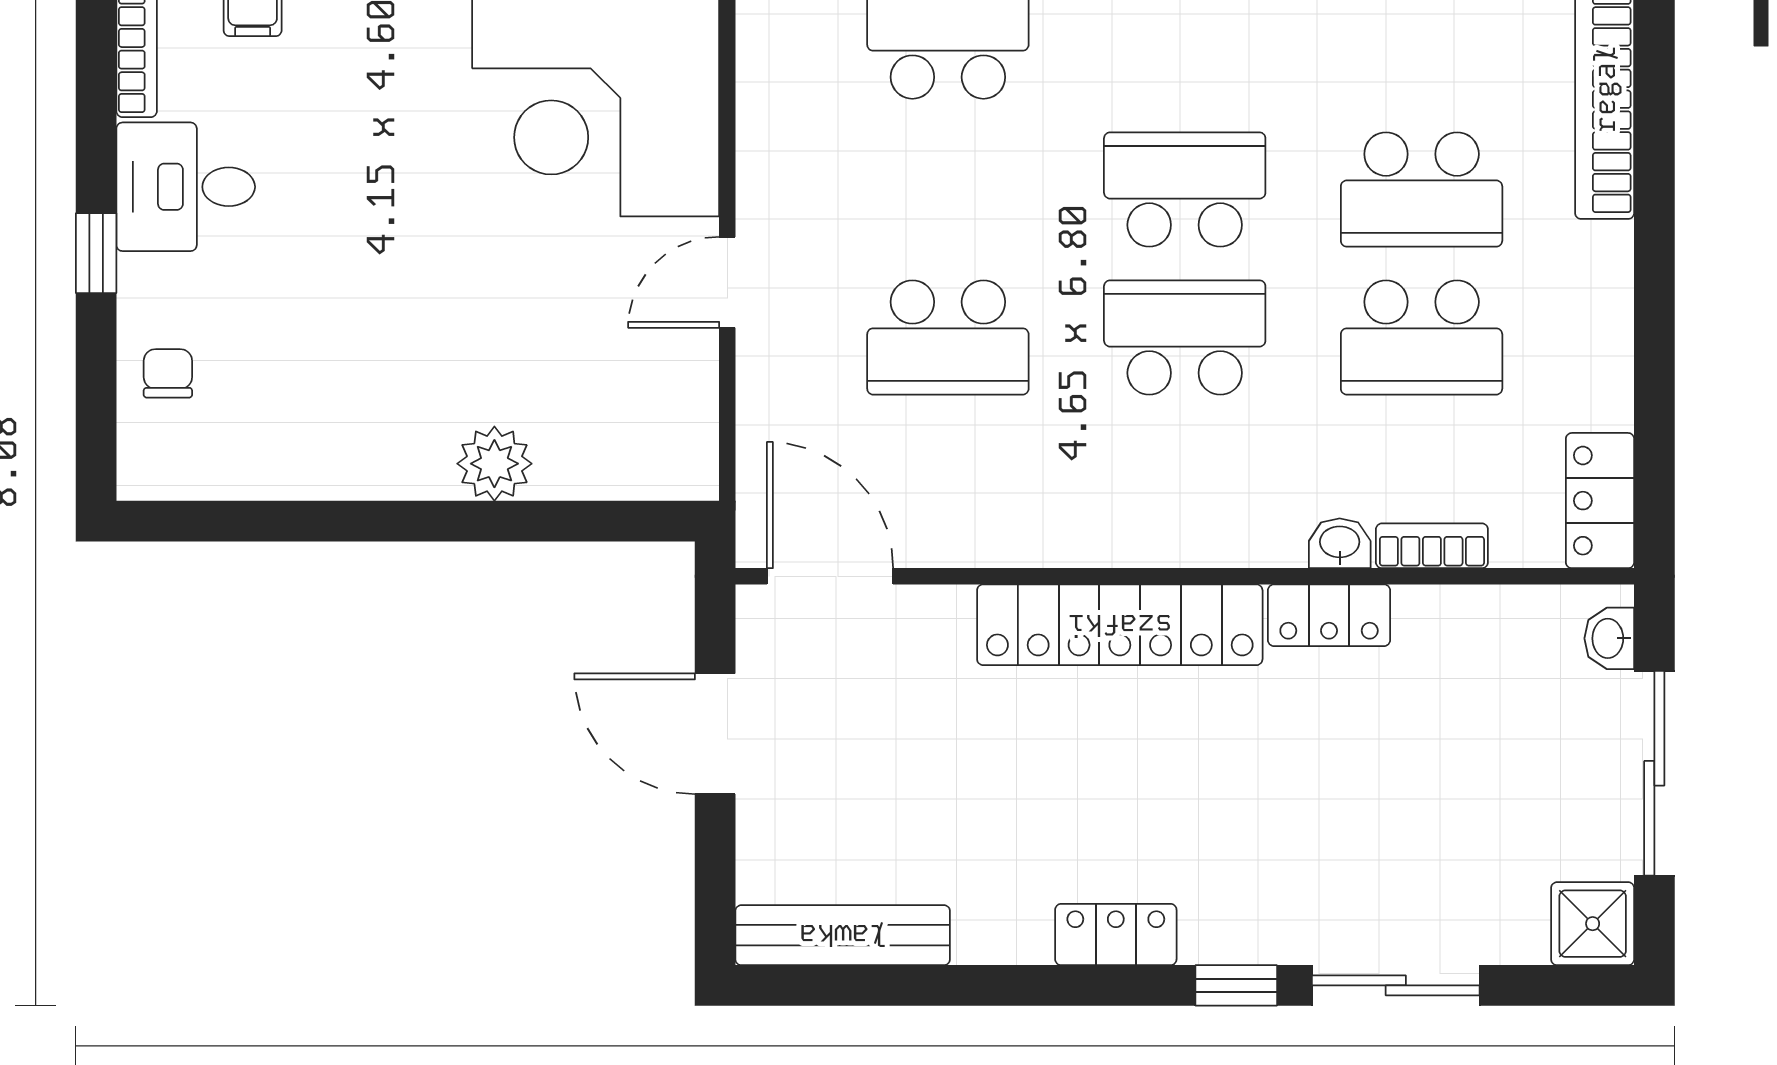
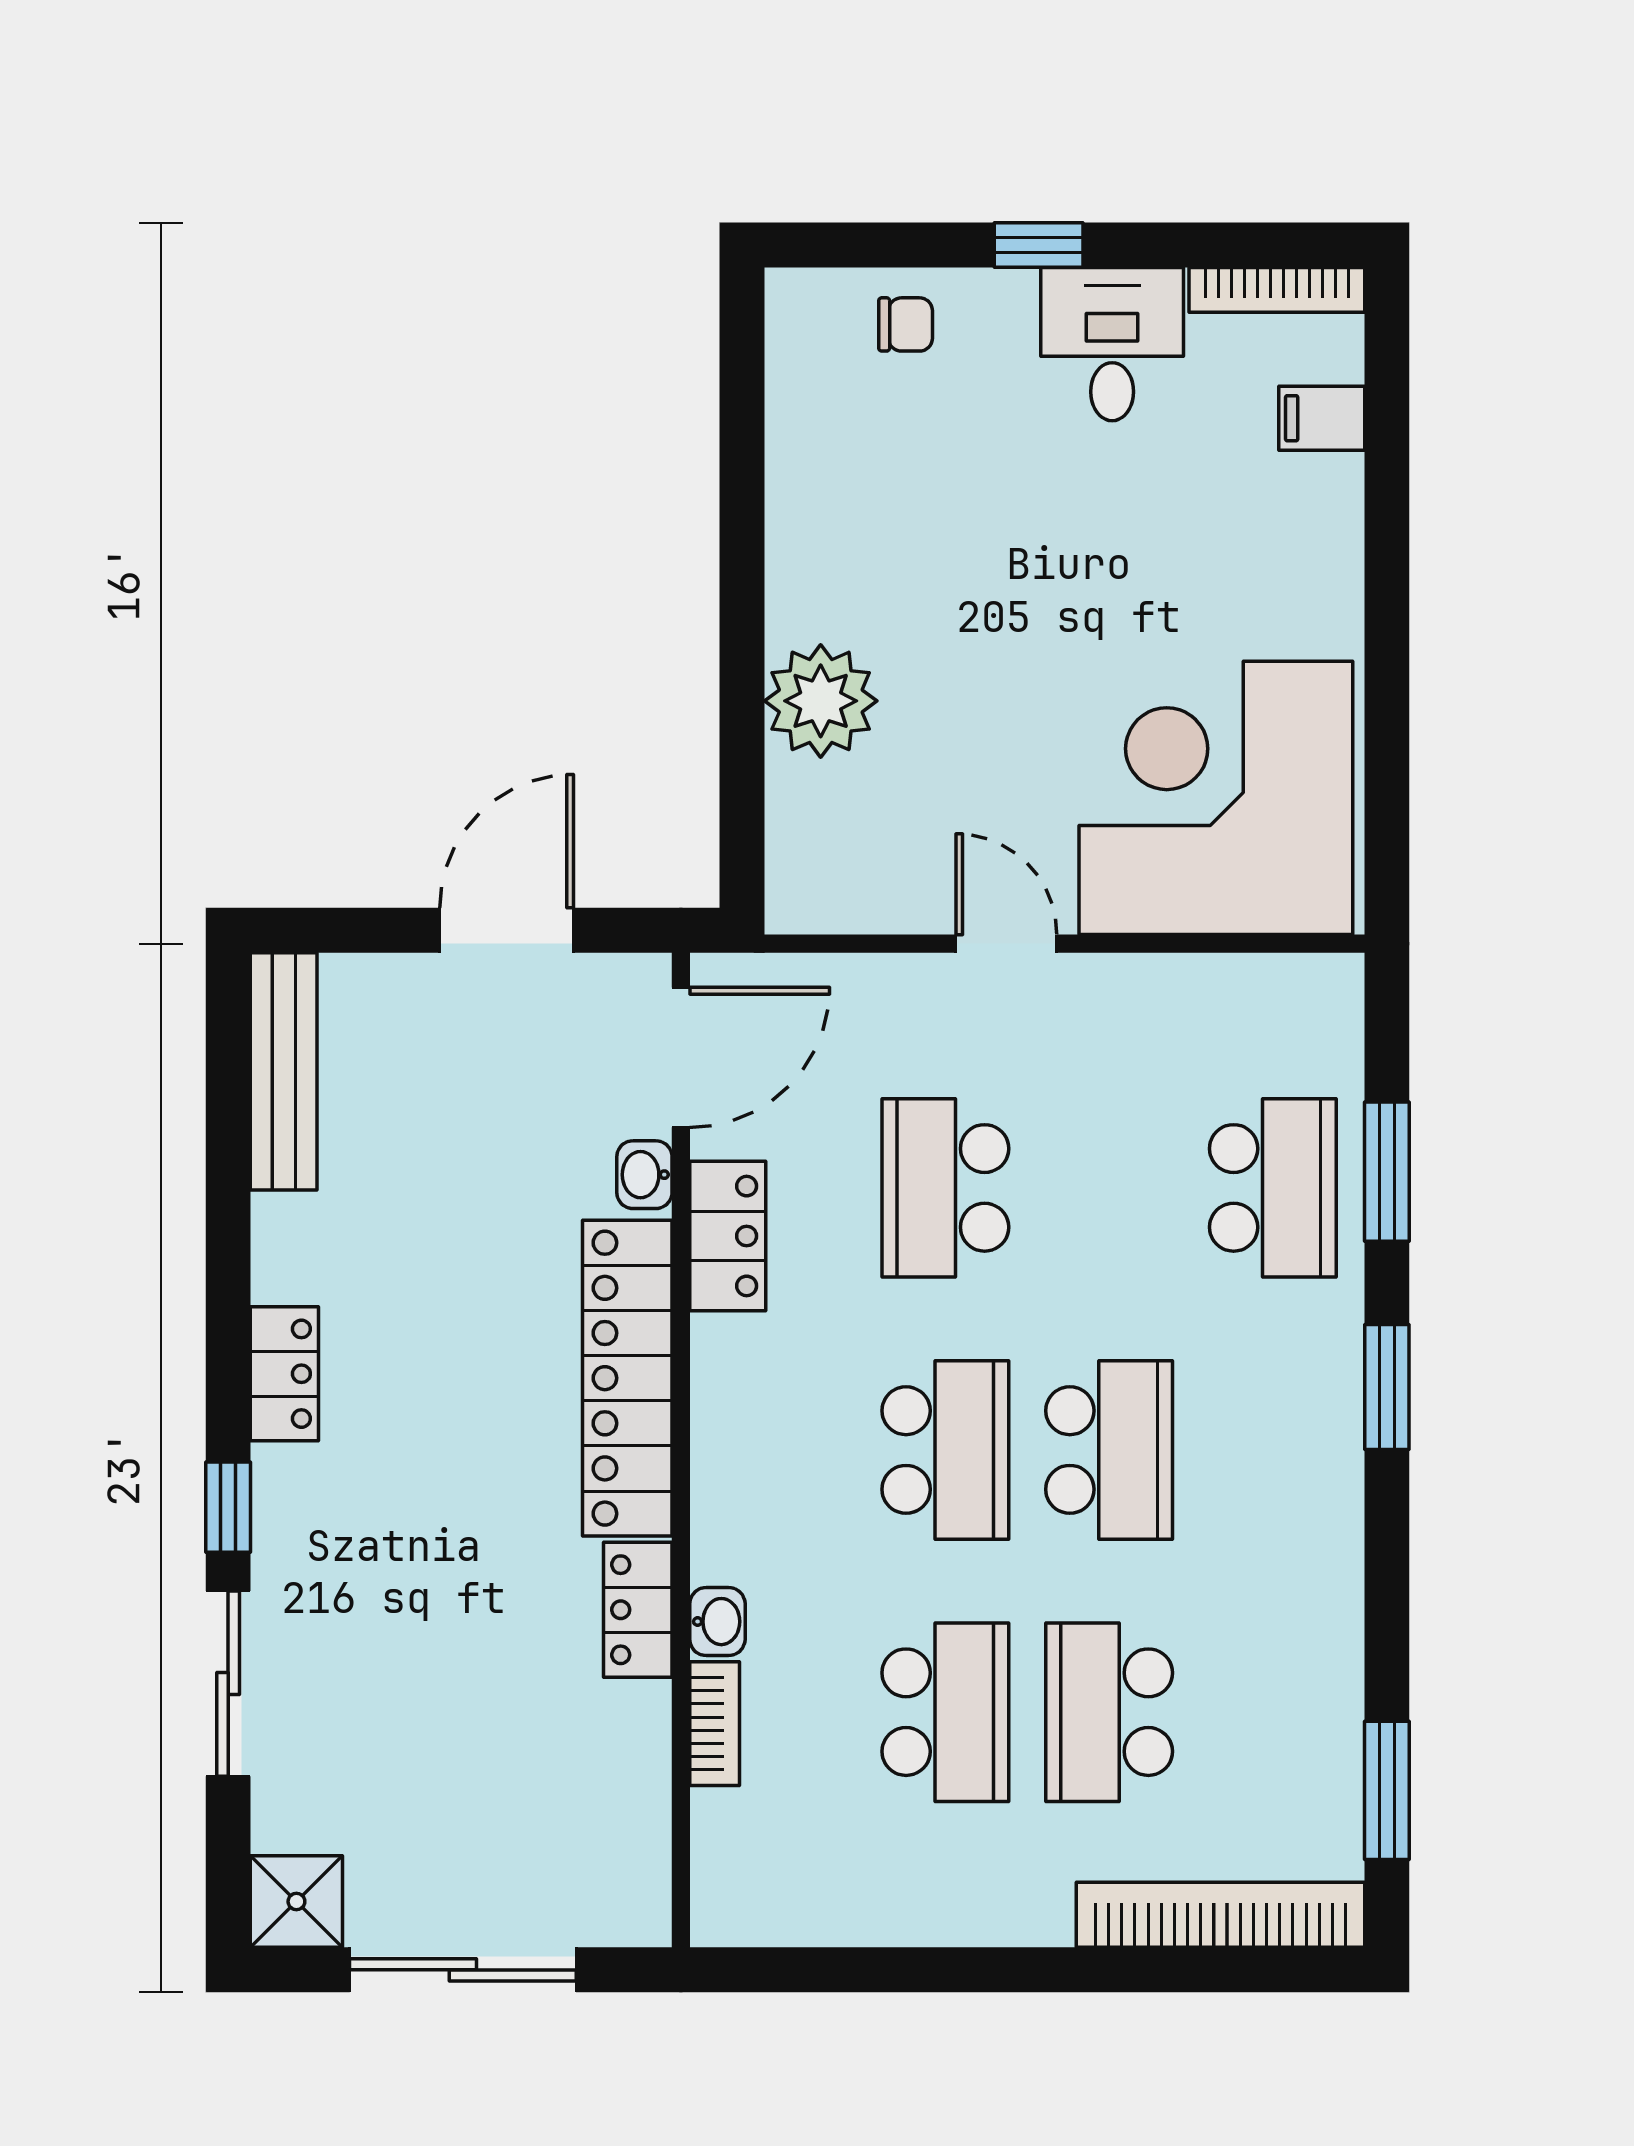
school desk: (1422, 337) -> (945, 1712), turned 180
plant: (494, 464) -> (821, 701), width x1.36, depth x1.36
locker: (1600, 501) -> (728, 1236), moved, turned 90
washbasin: (1609, 638) -> (644, 1175), moved, turned -90

